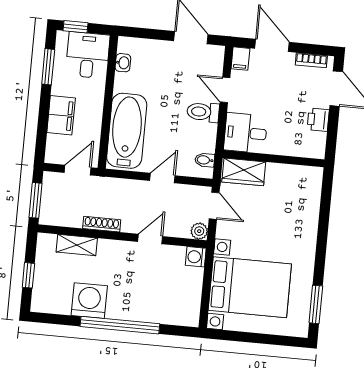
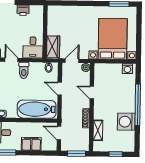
door: (225, 90) -> (11, 60), swing flipped
washing machine: (196, 257) -> (127, 69), moved

